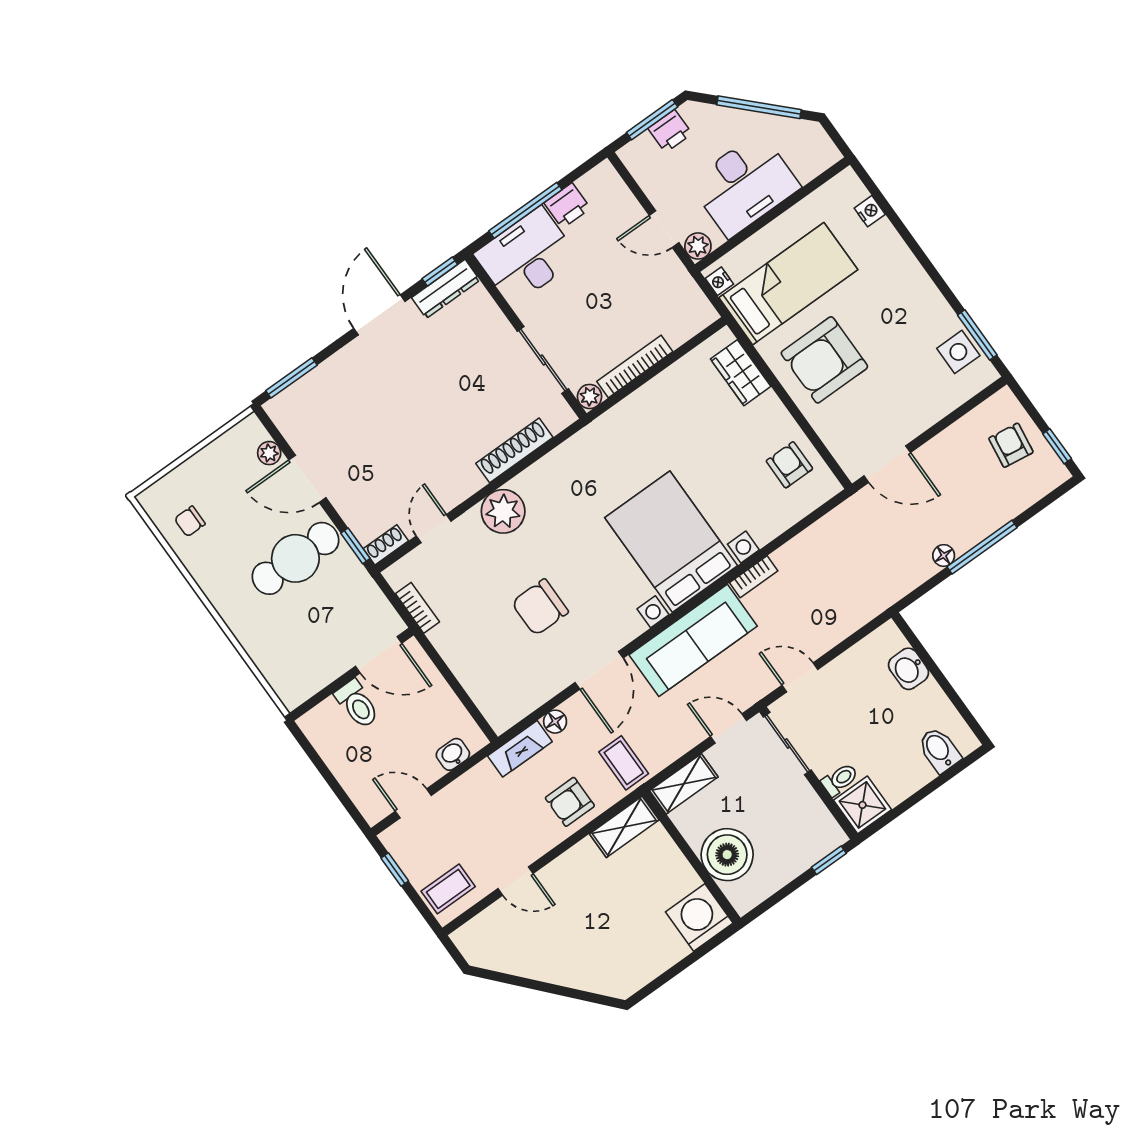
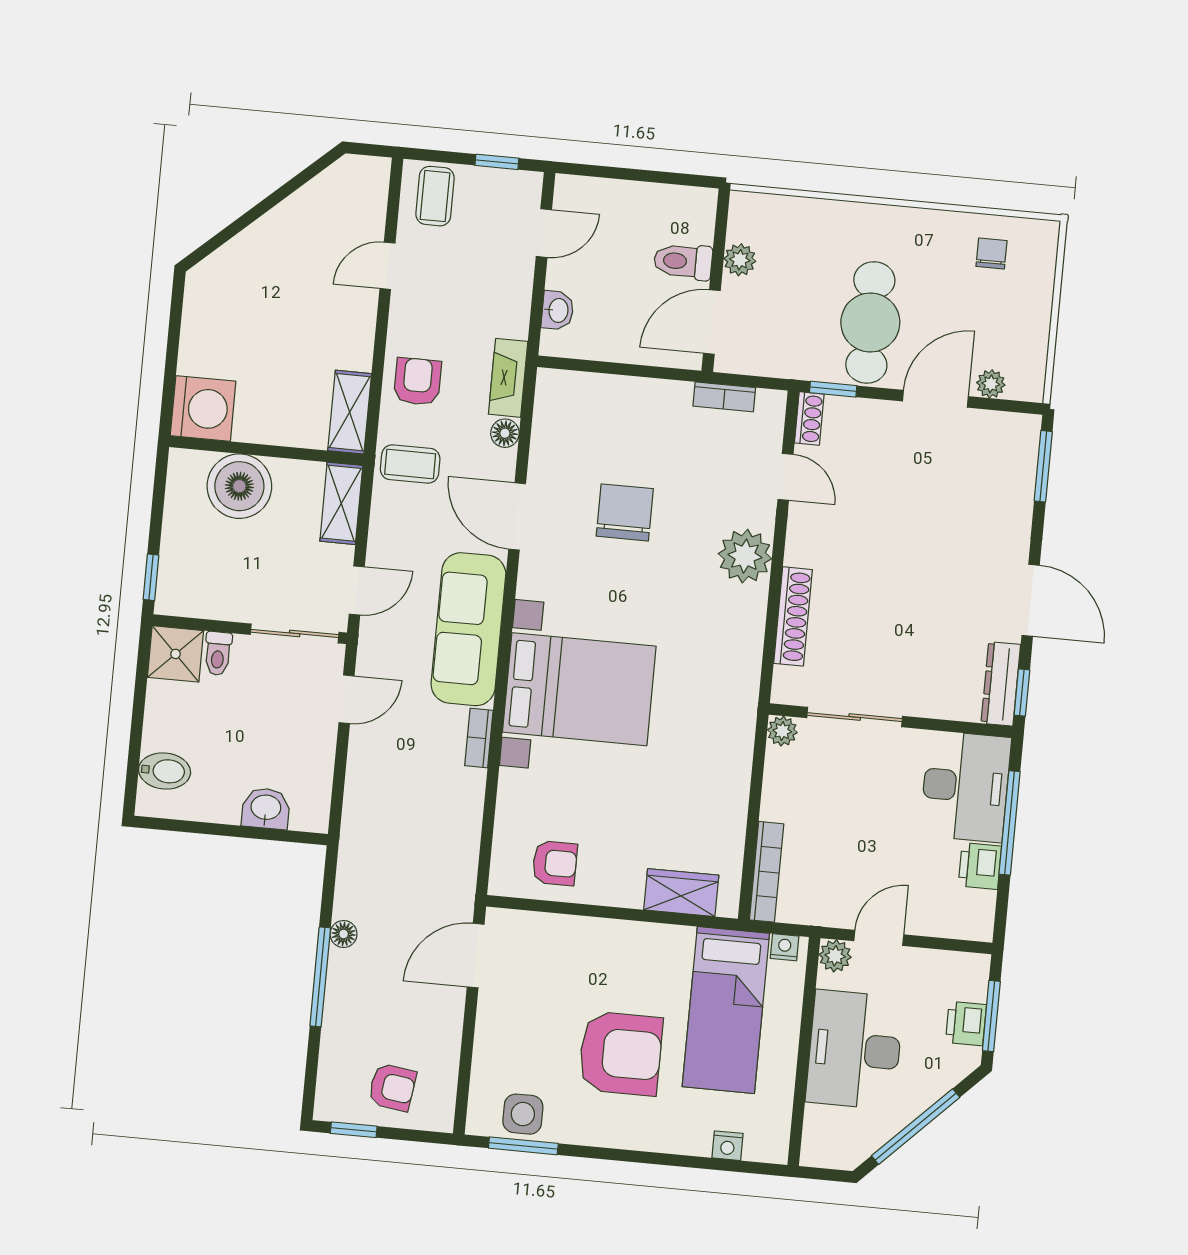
armchair: (824, 360) -> (621, 1053), moved, turned 90
bookcase: (635, 366) -> (767, 872), moved
plant: (326, 671) -> (740, 260), added

